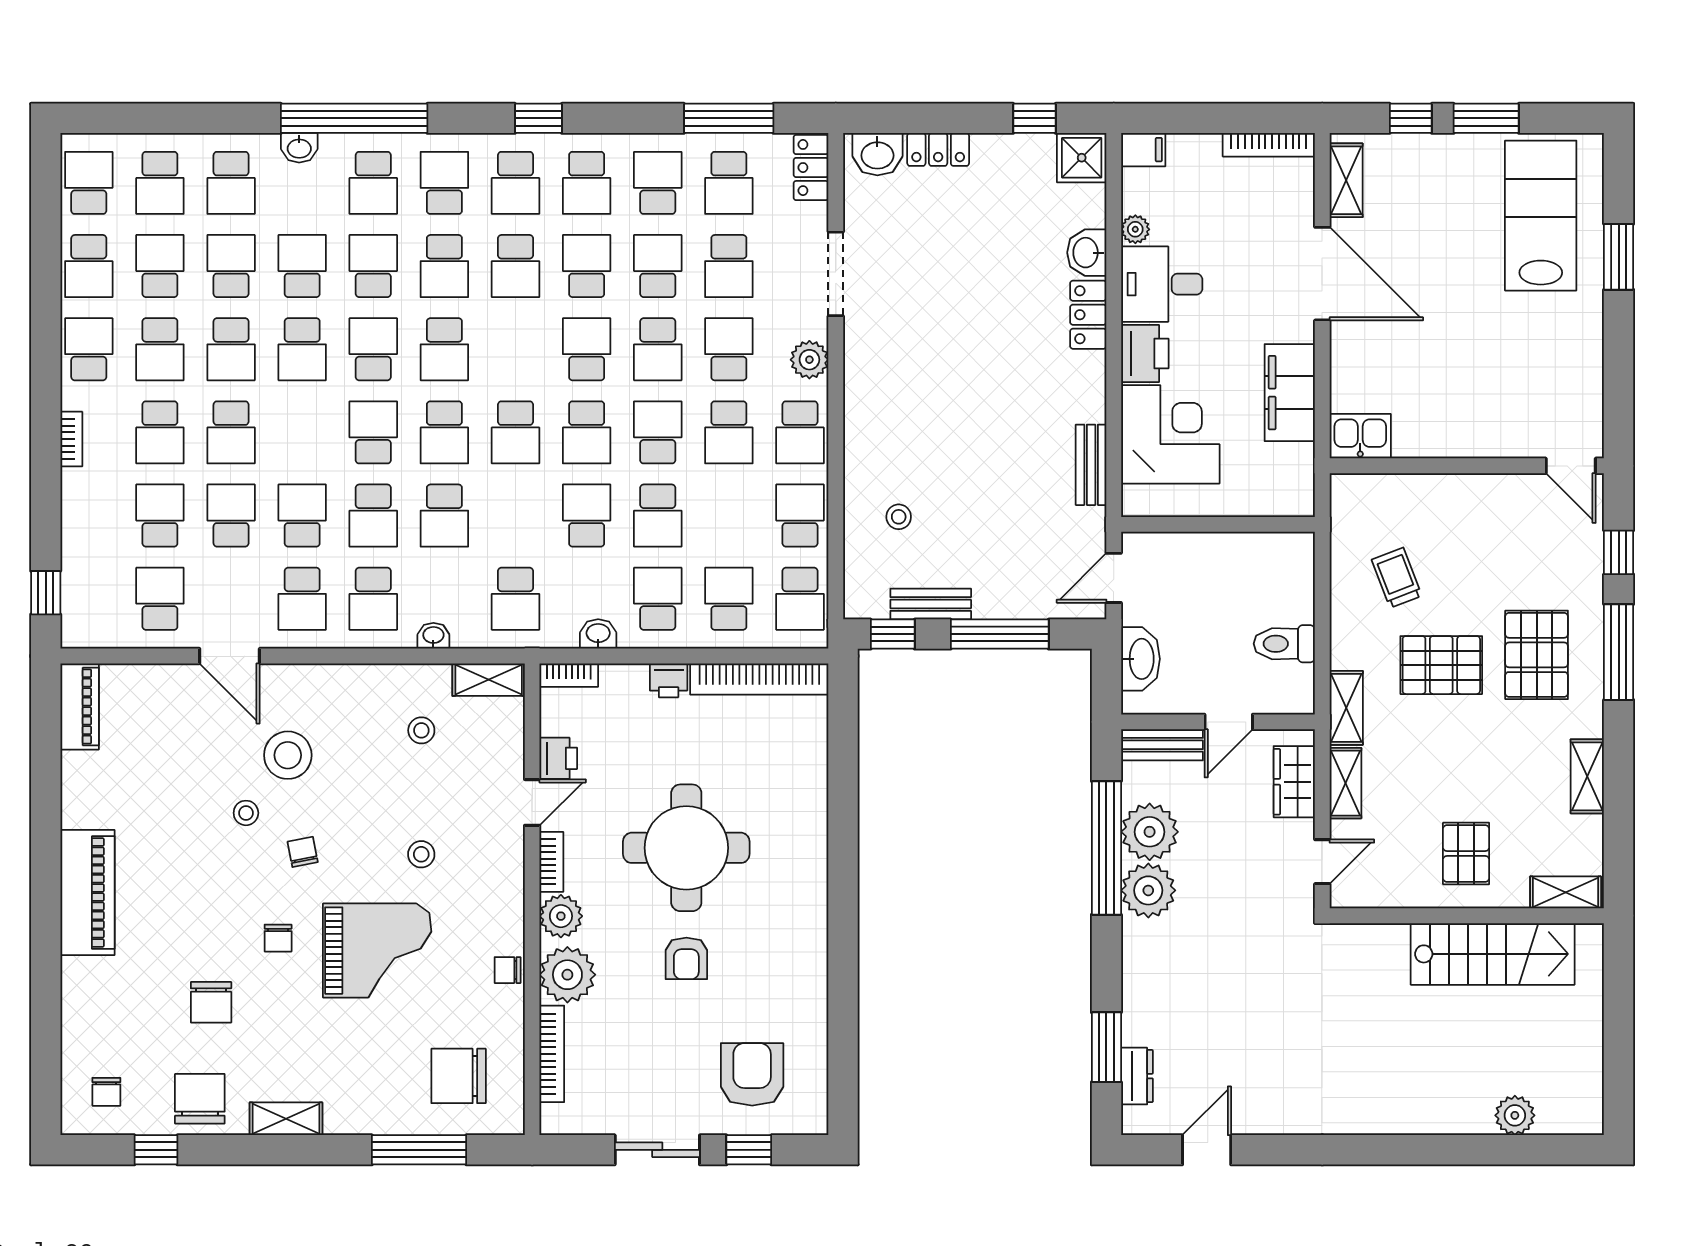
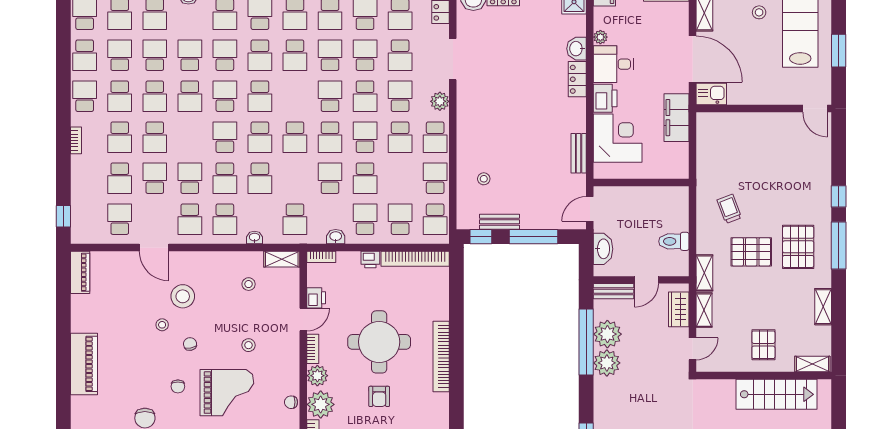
stool: (1457, 179) -> (759, 12), added
kitchen sink: (1360, 436) -> (711, 94), moved
wall: (1467, 466) -> (764, 109), moved
door: (1571, 466) -> (815, 109), moved
school desk: (160, 516) -> (120, 178), turned 180
bookcase: (812, 877) -> (441, 356), added

